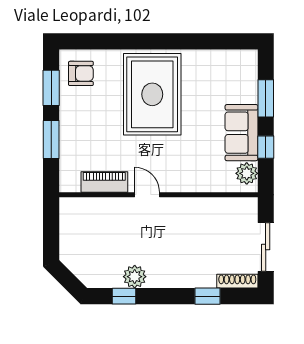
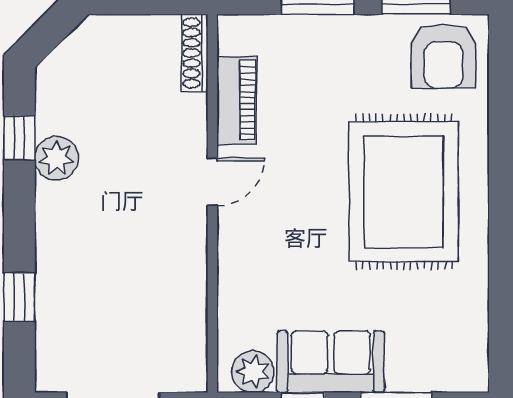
armchair: (81, 73) -> (443, 56), width x1.38, depth x1.38
rug: (152, 94) -> (404, 192), turned 90
shoe rack: (237, 281) -> (195, 53), moved, turned 180

